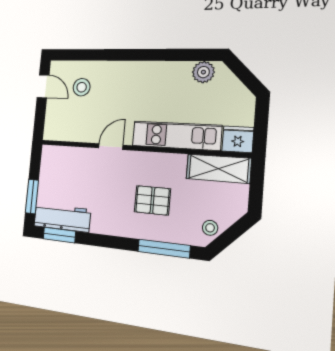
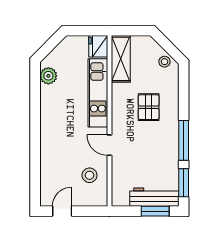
stool: (82, 87) -> (89, 175), moved
workbench: (62, 218) -> (154, 197), moved, turned 90
window: (164, 249) -> (184, 140), moved

